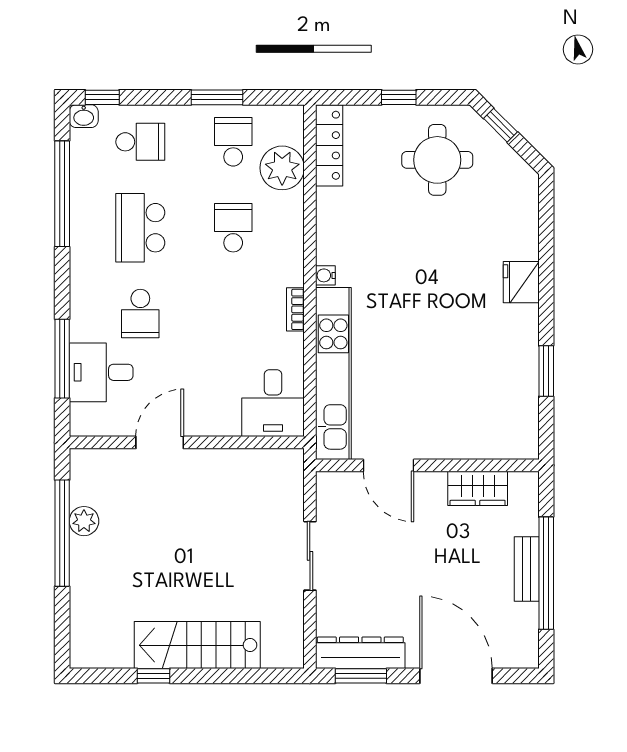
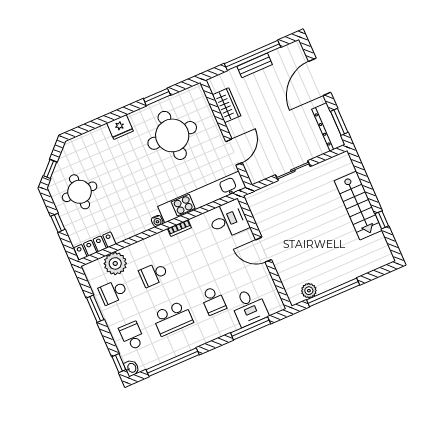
school desk: (140, 314) -> (213, 301), turned 90
round table: (466, 368) -> (172, 135), added
door: (160, 442) -> (264, 250), moved
plant: (84, 521) -> (309, 291), moved

